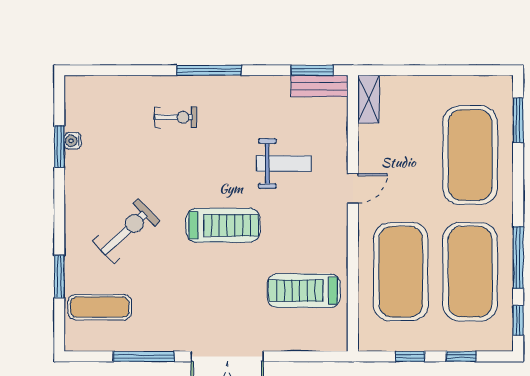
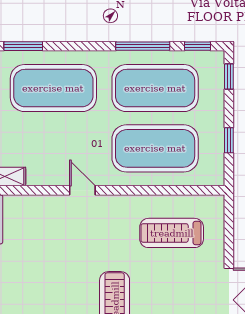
weight bench: (284, 164) -> (61, 251), removed
treadmill: (304, 291) -> (172, 233), turned 90
window: (461, 356) -> (229, 76), moved

